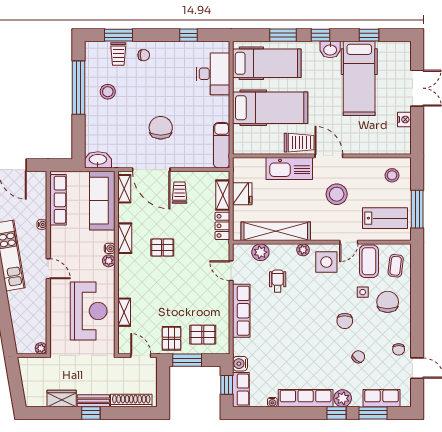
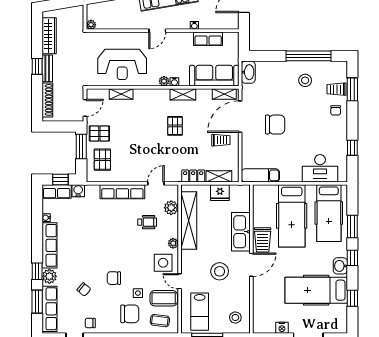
row of seats: (58, 200) -> (208, 39), width x0.68
row of seats: (382, 398) -> (49, 309), width x1.48
wardrobe: (62, 399) -> (49, 36), width x1.50

